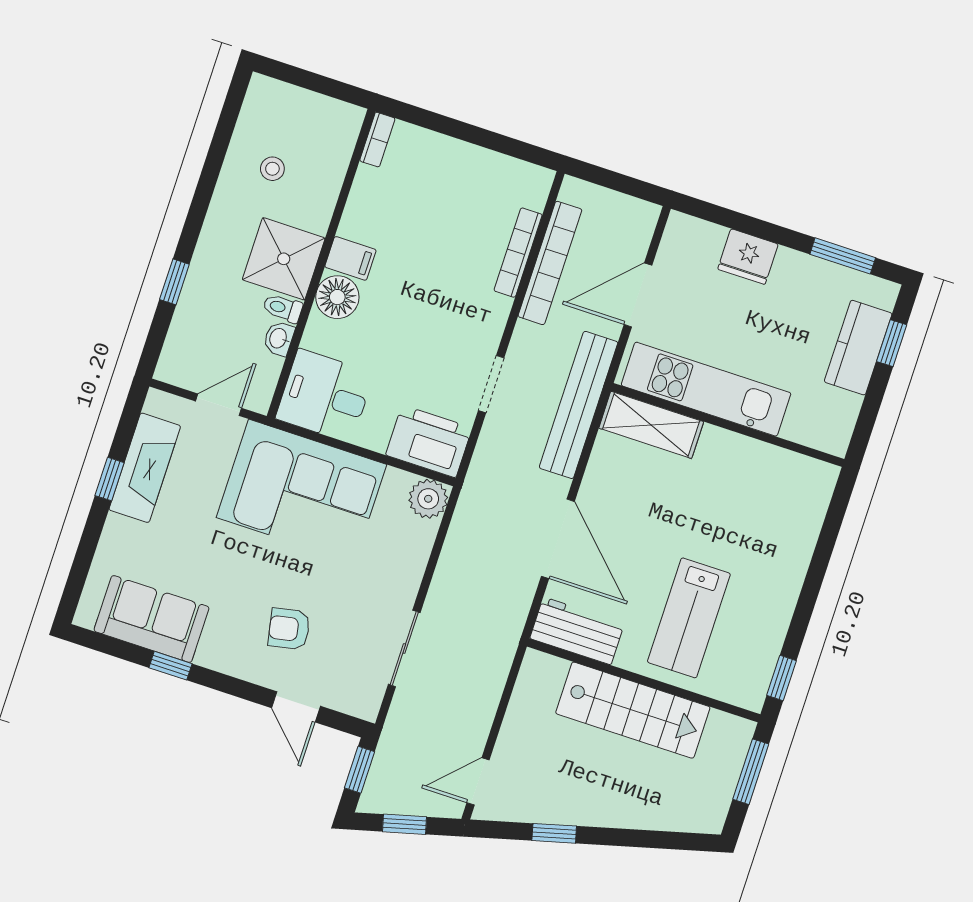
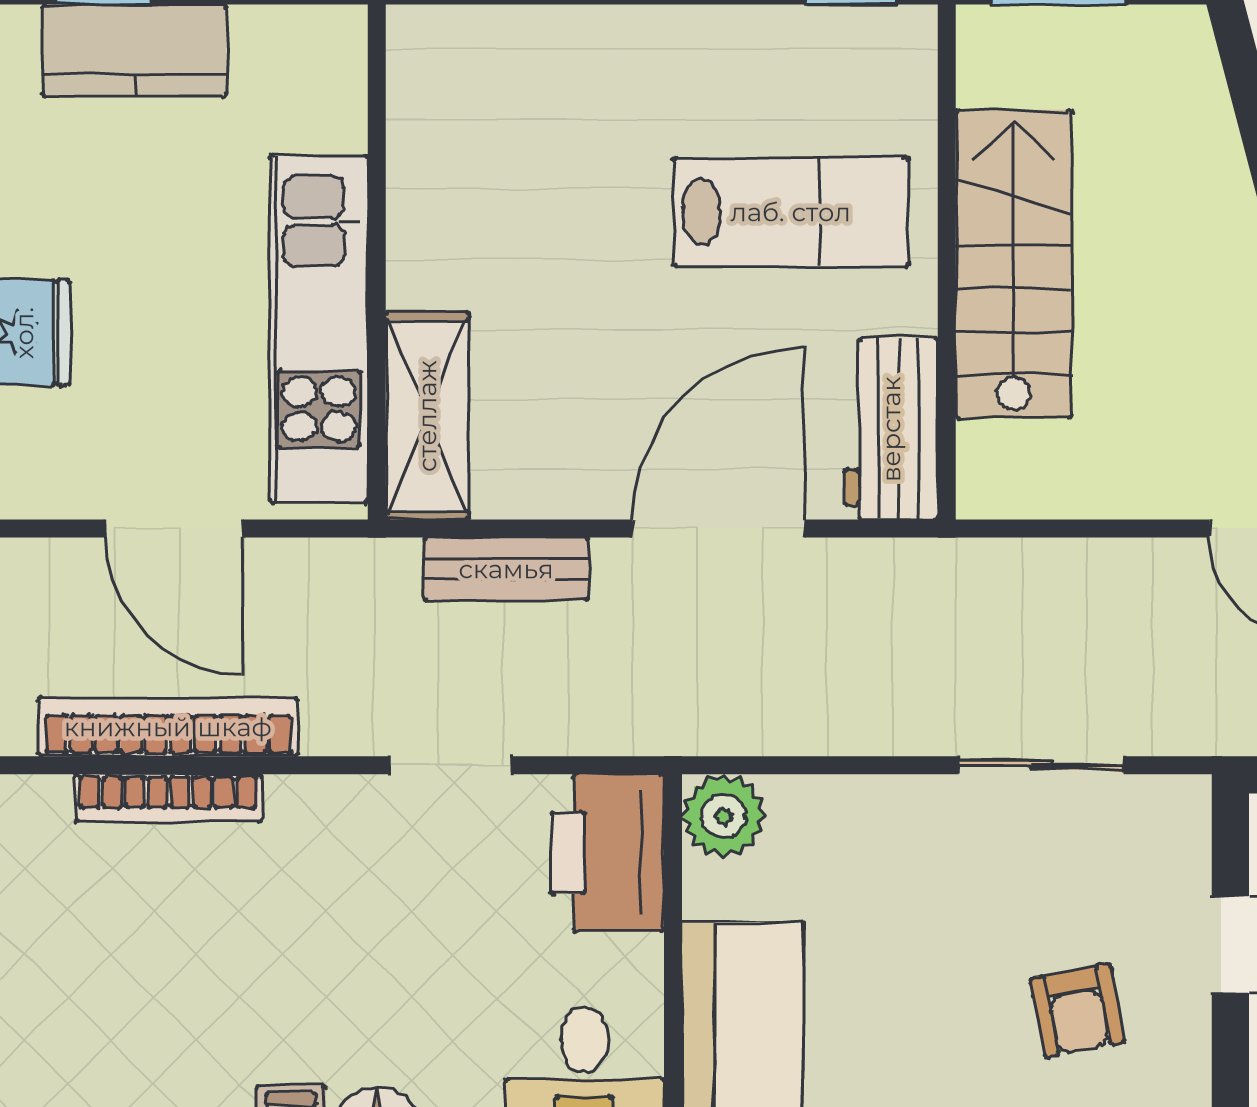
bench: (579, 405) -> (506, 569), width x0.54, depth x0.82

